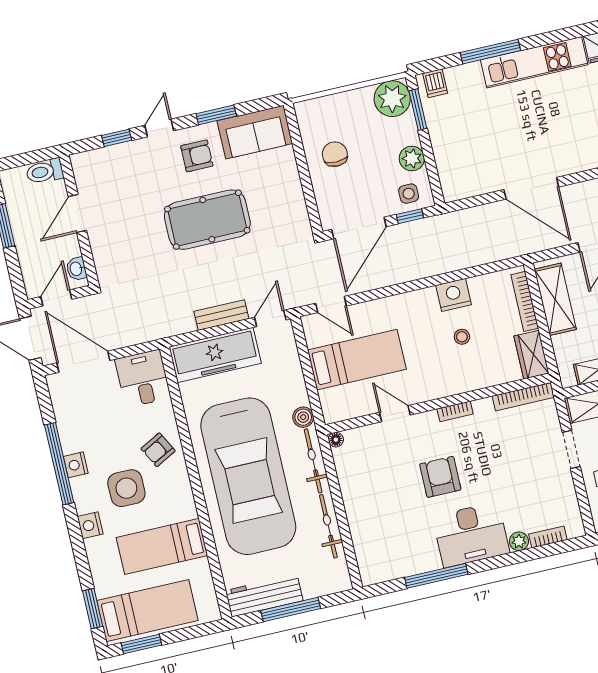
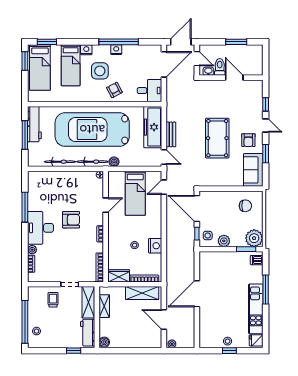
chair: (335, 154) -> (245, 206), moved
toilet: (45, 171) -> (220, 67), moved
bed: (162, 546) -> (71, 65), moved, turned 180

